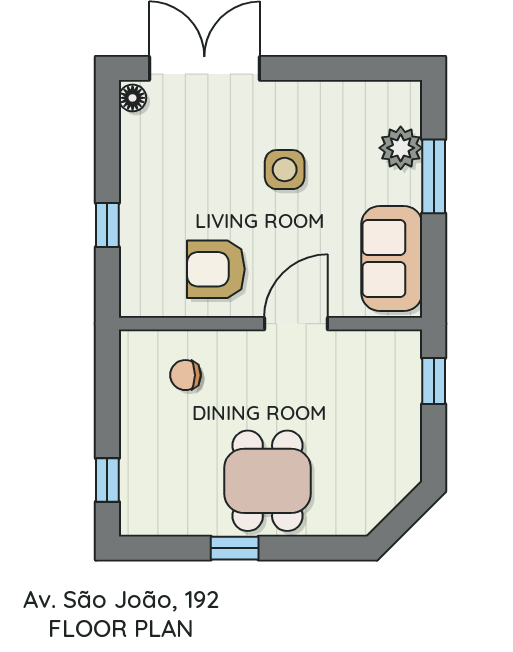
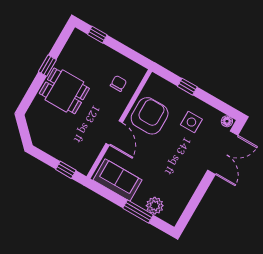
side table: (285, 170) -> (191, 122), moved
armchair: (216, 269) -> (150, 116), width x1.36, depth x1.36

